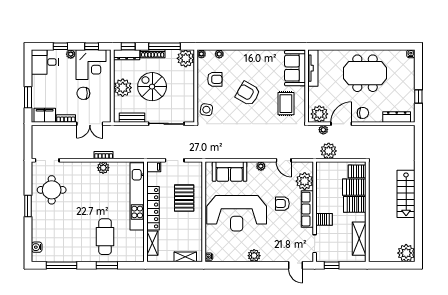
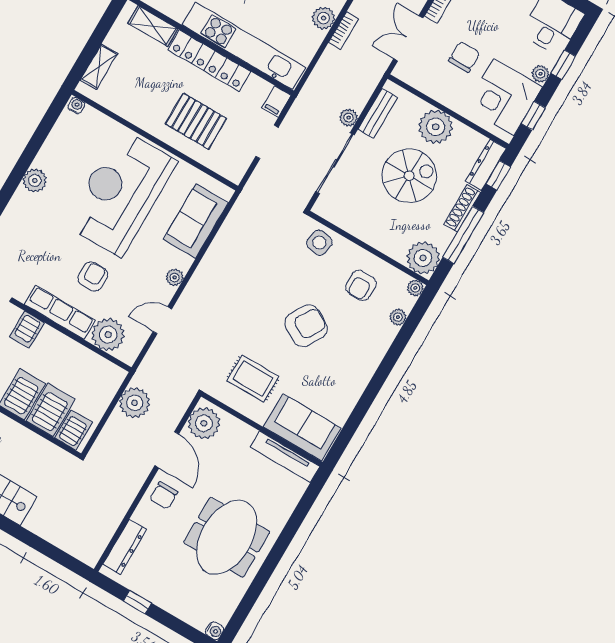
plant: (323, 130) -> (349, 118), moved

